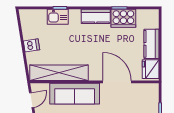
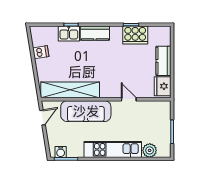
kitchen counter: (96, 16) -> (95, 33), moved
dishwasher: (31, 45) -> (41, 52), moved
door: (117, 82) -> (129, 99), width x0.53

